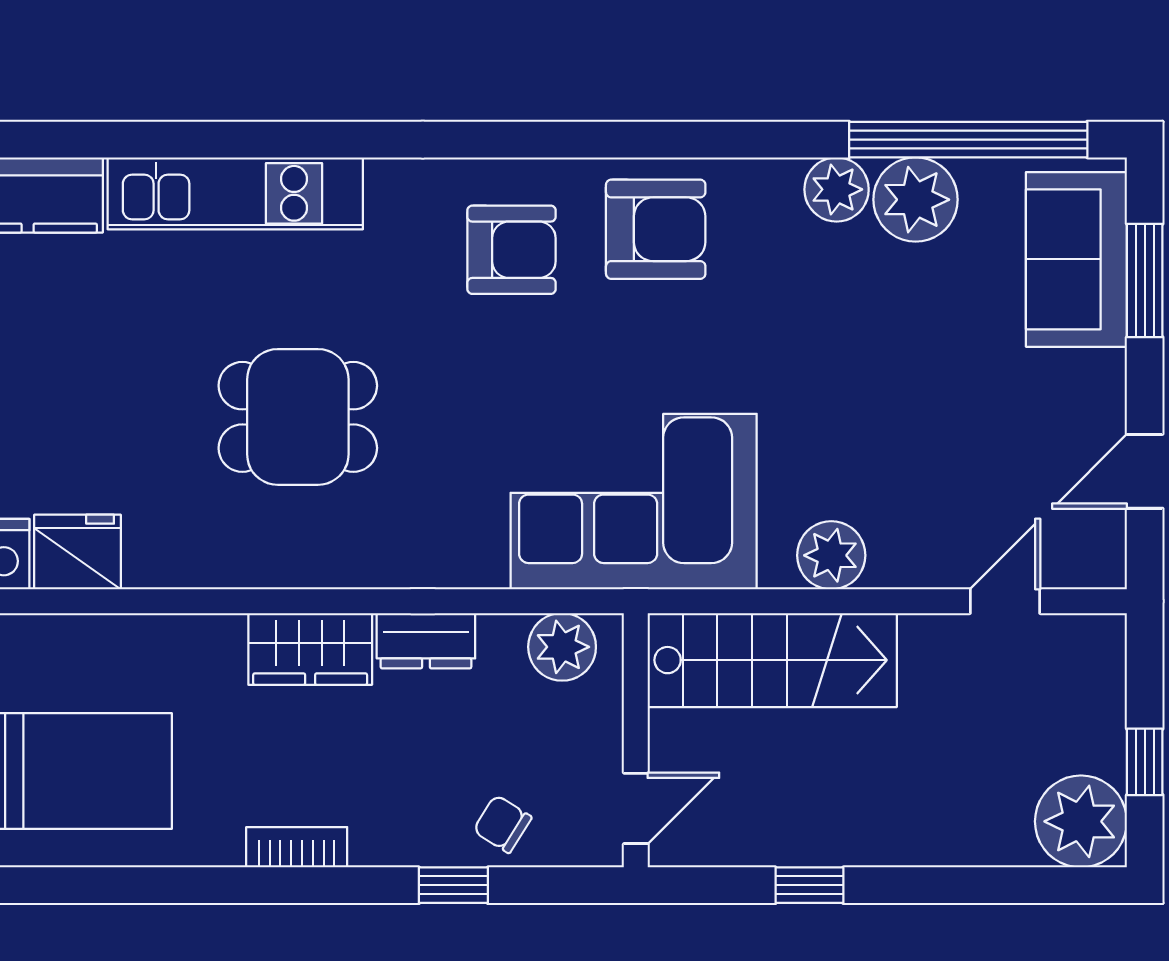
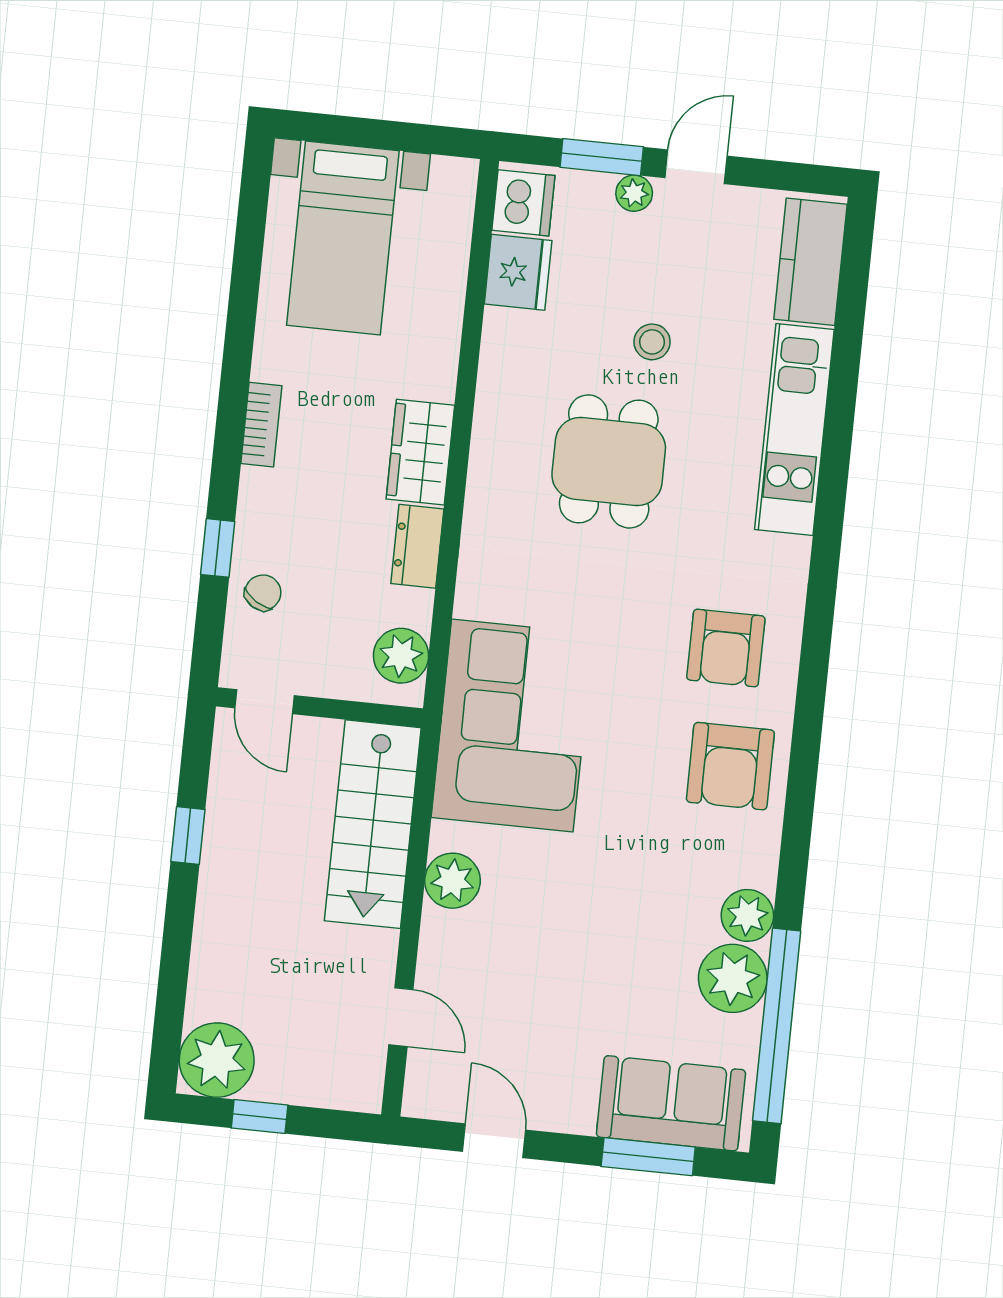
stool: (146, 379) -> (652, 342), added

